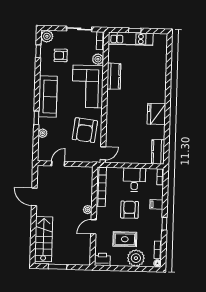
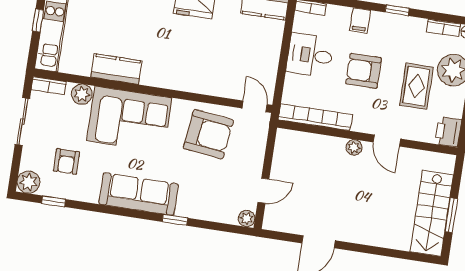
plant: (43, 133) -> (247, 218), moved
door: (58, 164) -> (263, 191), swing flipped
stairs: (44, 239) -> (432, 213), moved, turned -90

